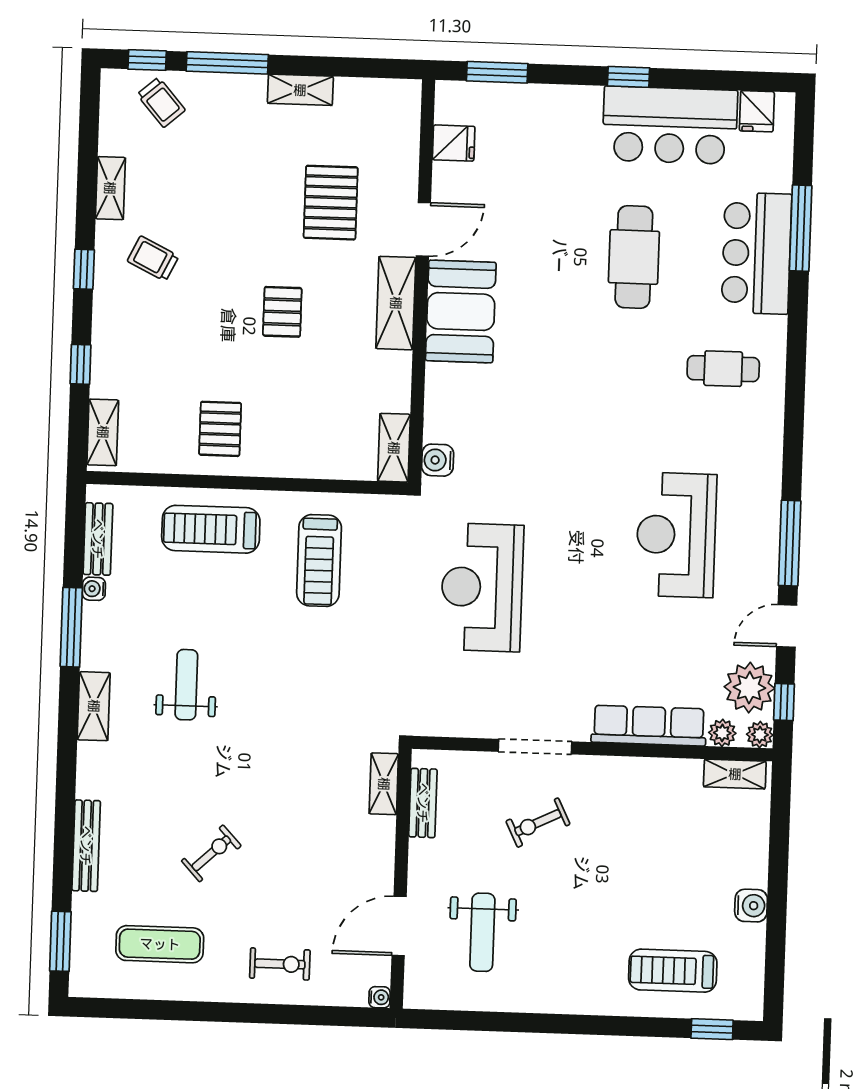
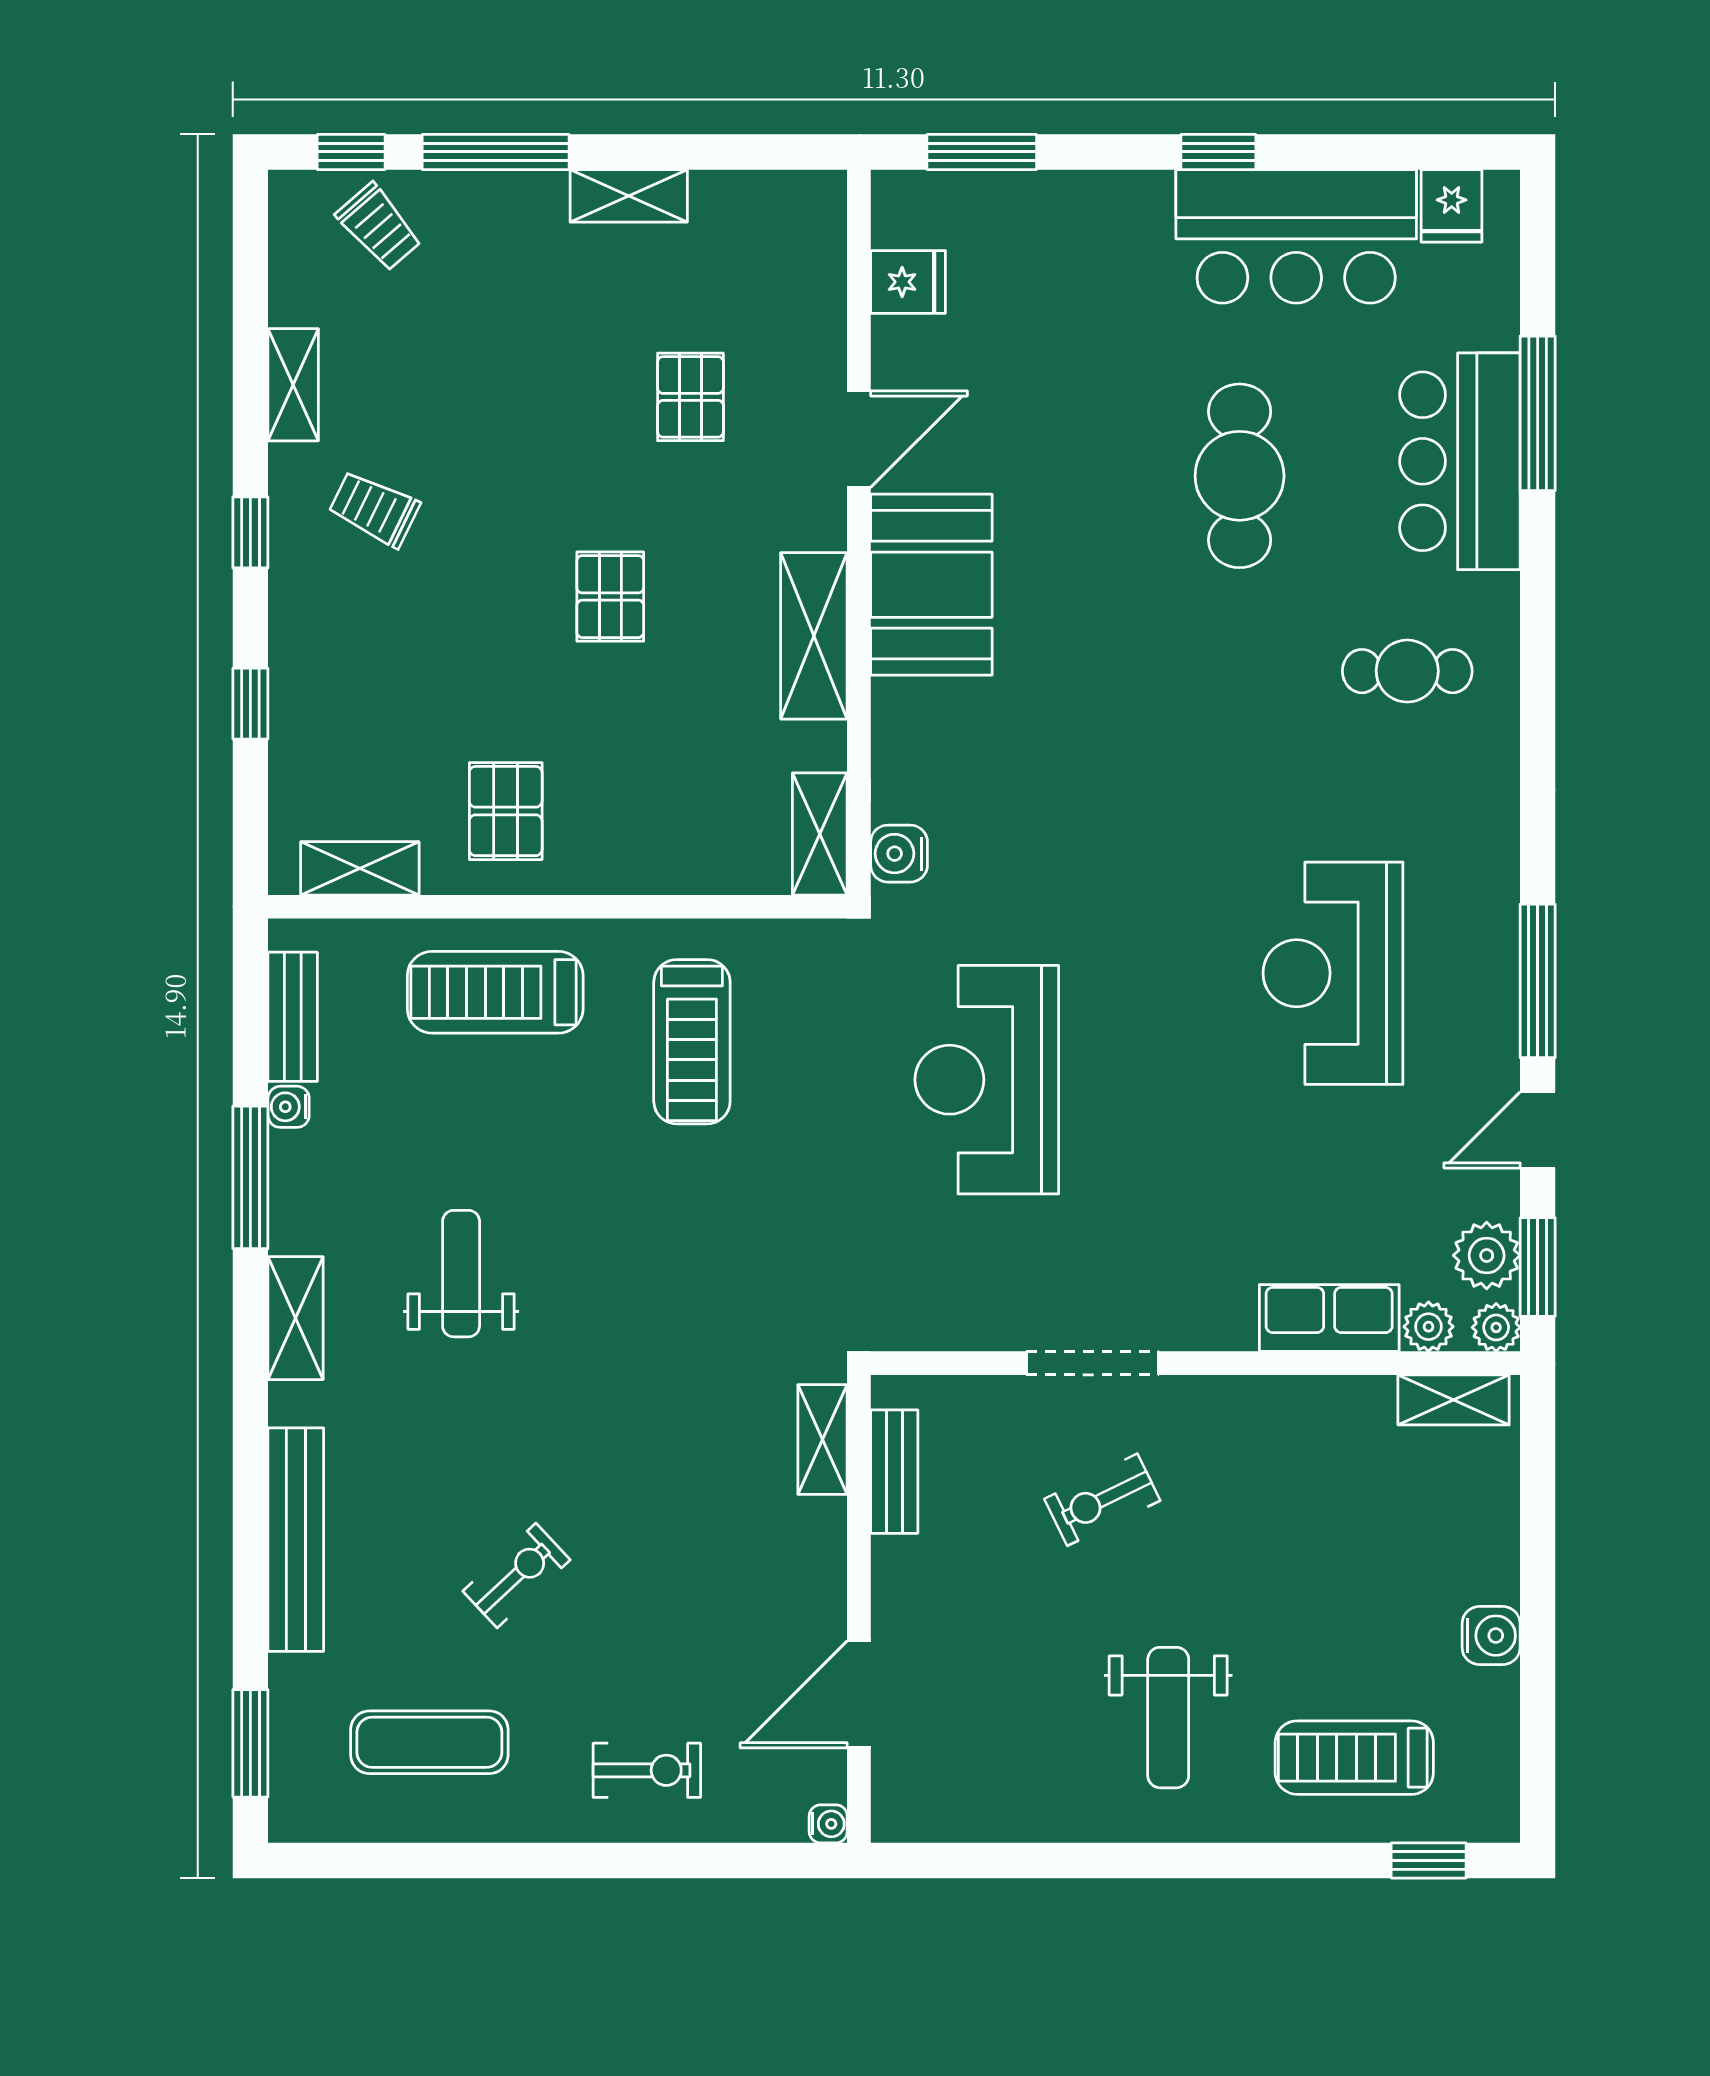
pallet: (331, 203) -> (690, 397), width x0.67, depth x0.71
shelving: (396, 303) -> (814, 636), moved
shelving: (103, 432) -> (360, 868), moved, turned 90
plant: (749, 688) -> (1487, 1255), width x0.73, depth x0.73
window: (784, 702) -> (1538, 1267), width x1.50
row of seats: (649, 726) -> (1329, 1318), width x0.68
bench: (86, 846) -> (296, 1540), width x1.37, depth x1.21
weight bench: (482, 932) -> (1168, 1718), moved

